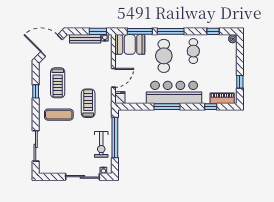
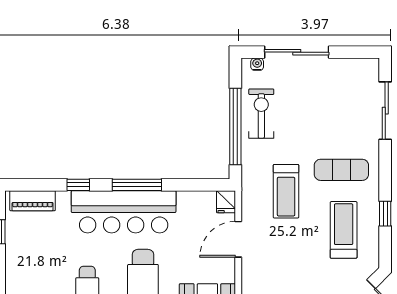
window: (211, 107) -> (78, 185), moved

